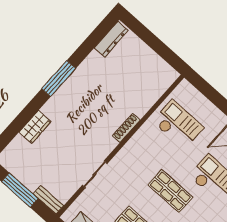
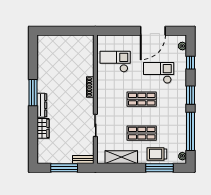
dresser: (111, 39) -> (42, 105), moved

